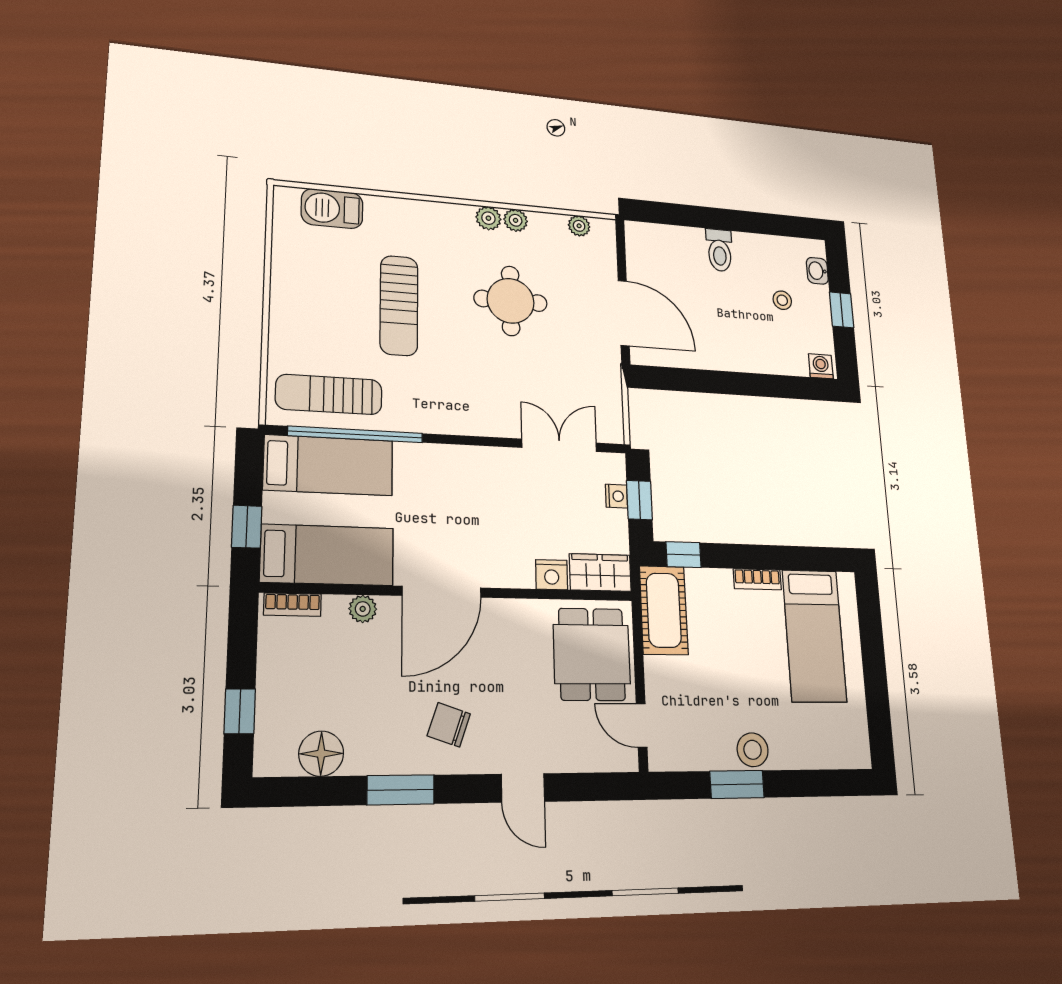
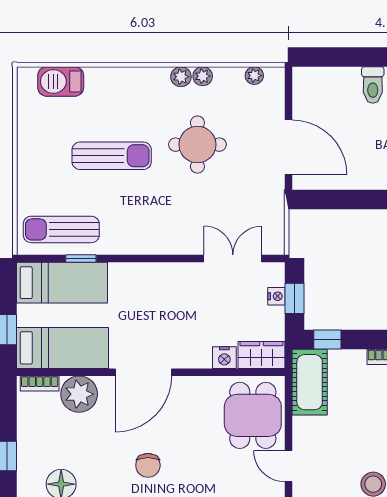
sun lounger: (399, 305) -> (112, 156), turned -90
window: (356, 434) -> (81, 259), width x0.32
plant: (363, 609) -> (79, 394), width x1.87, depth x1.87
chair: (449, 725) -> (148, 465), turned -109

